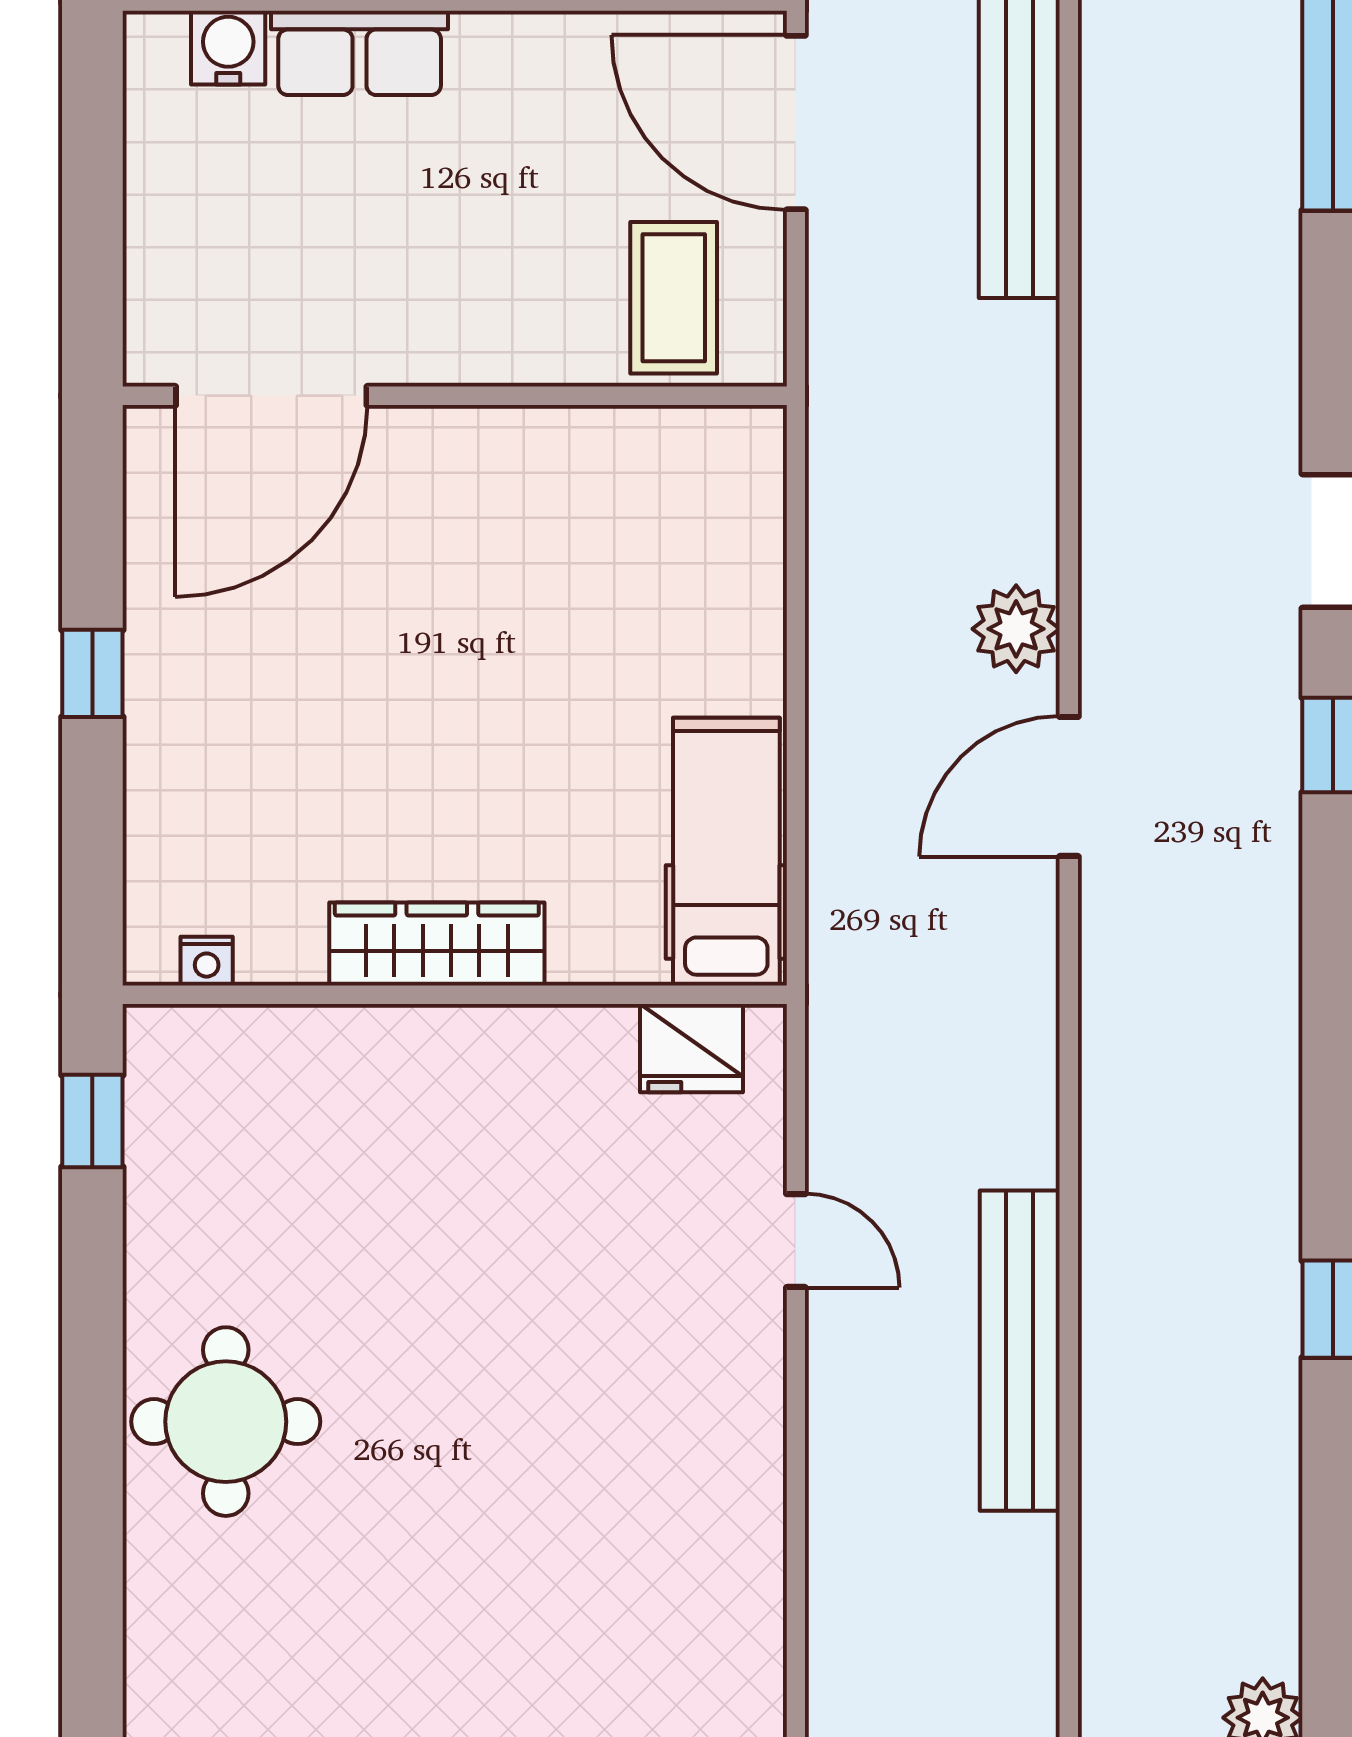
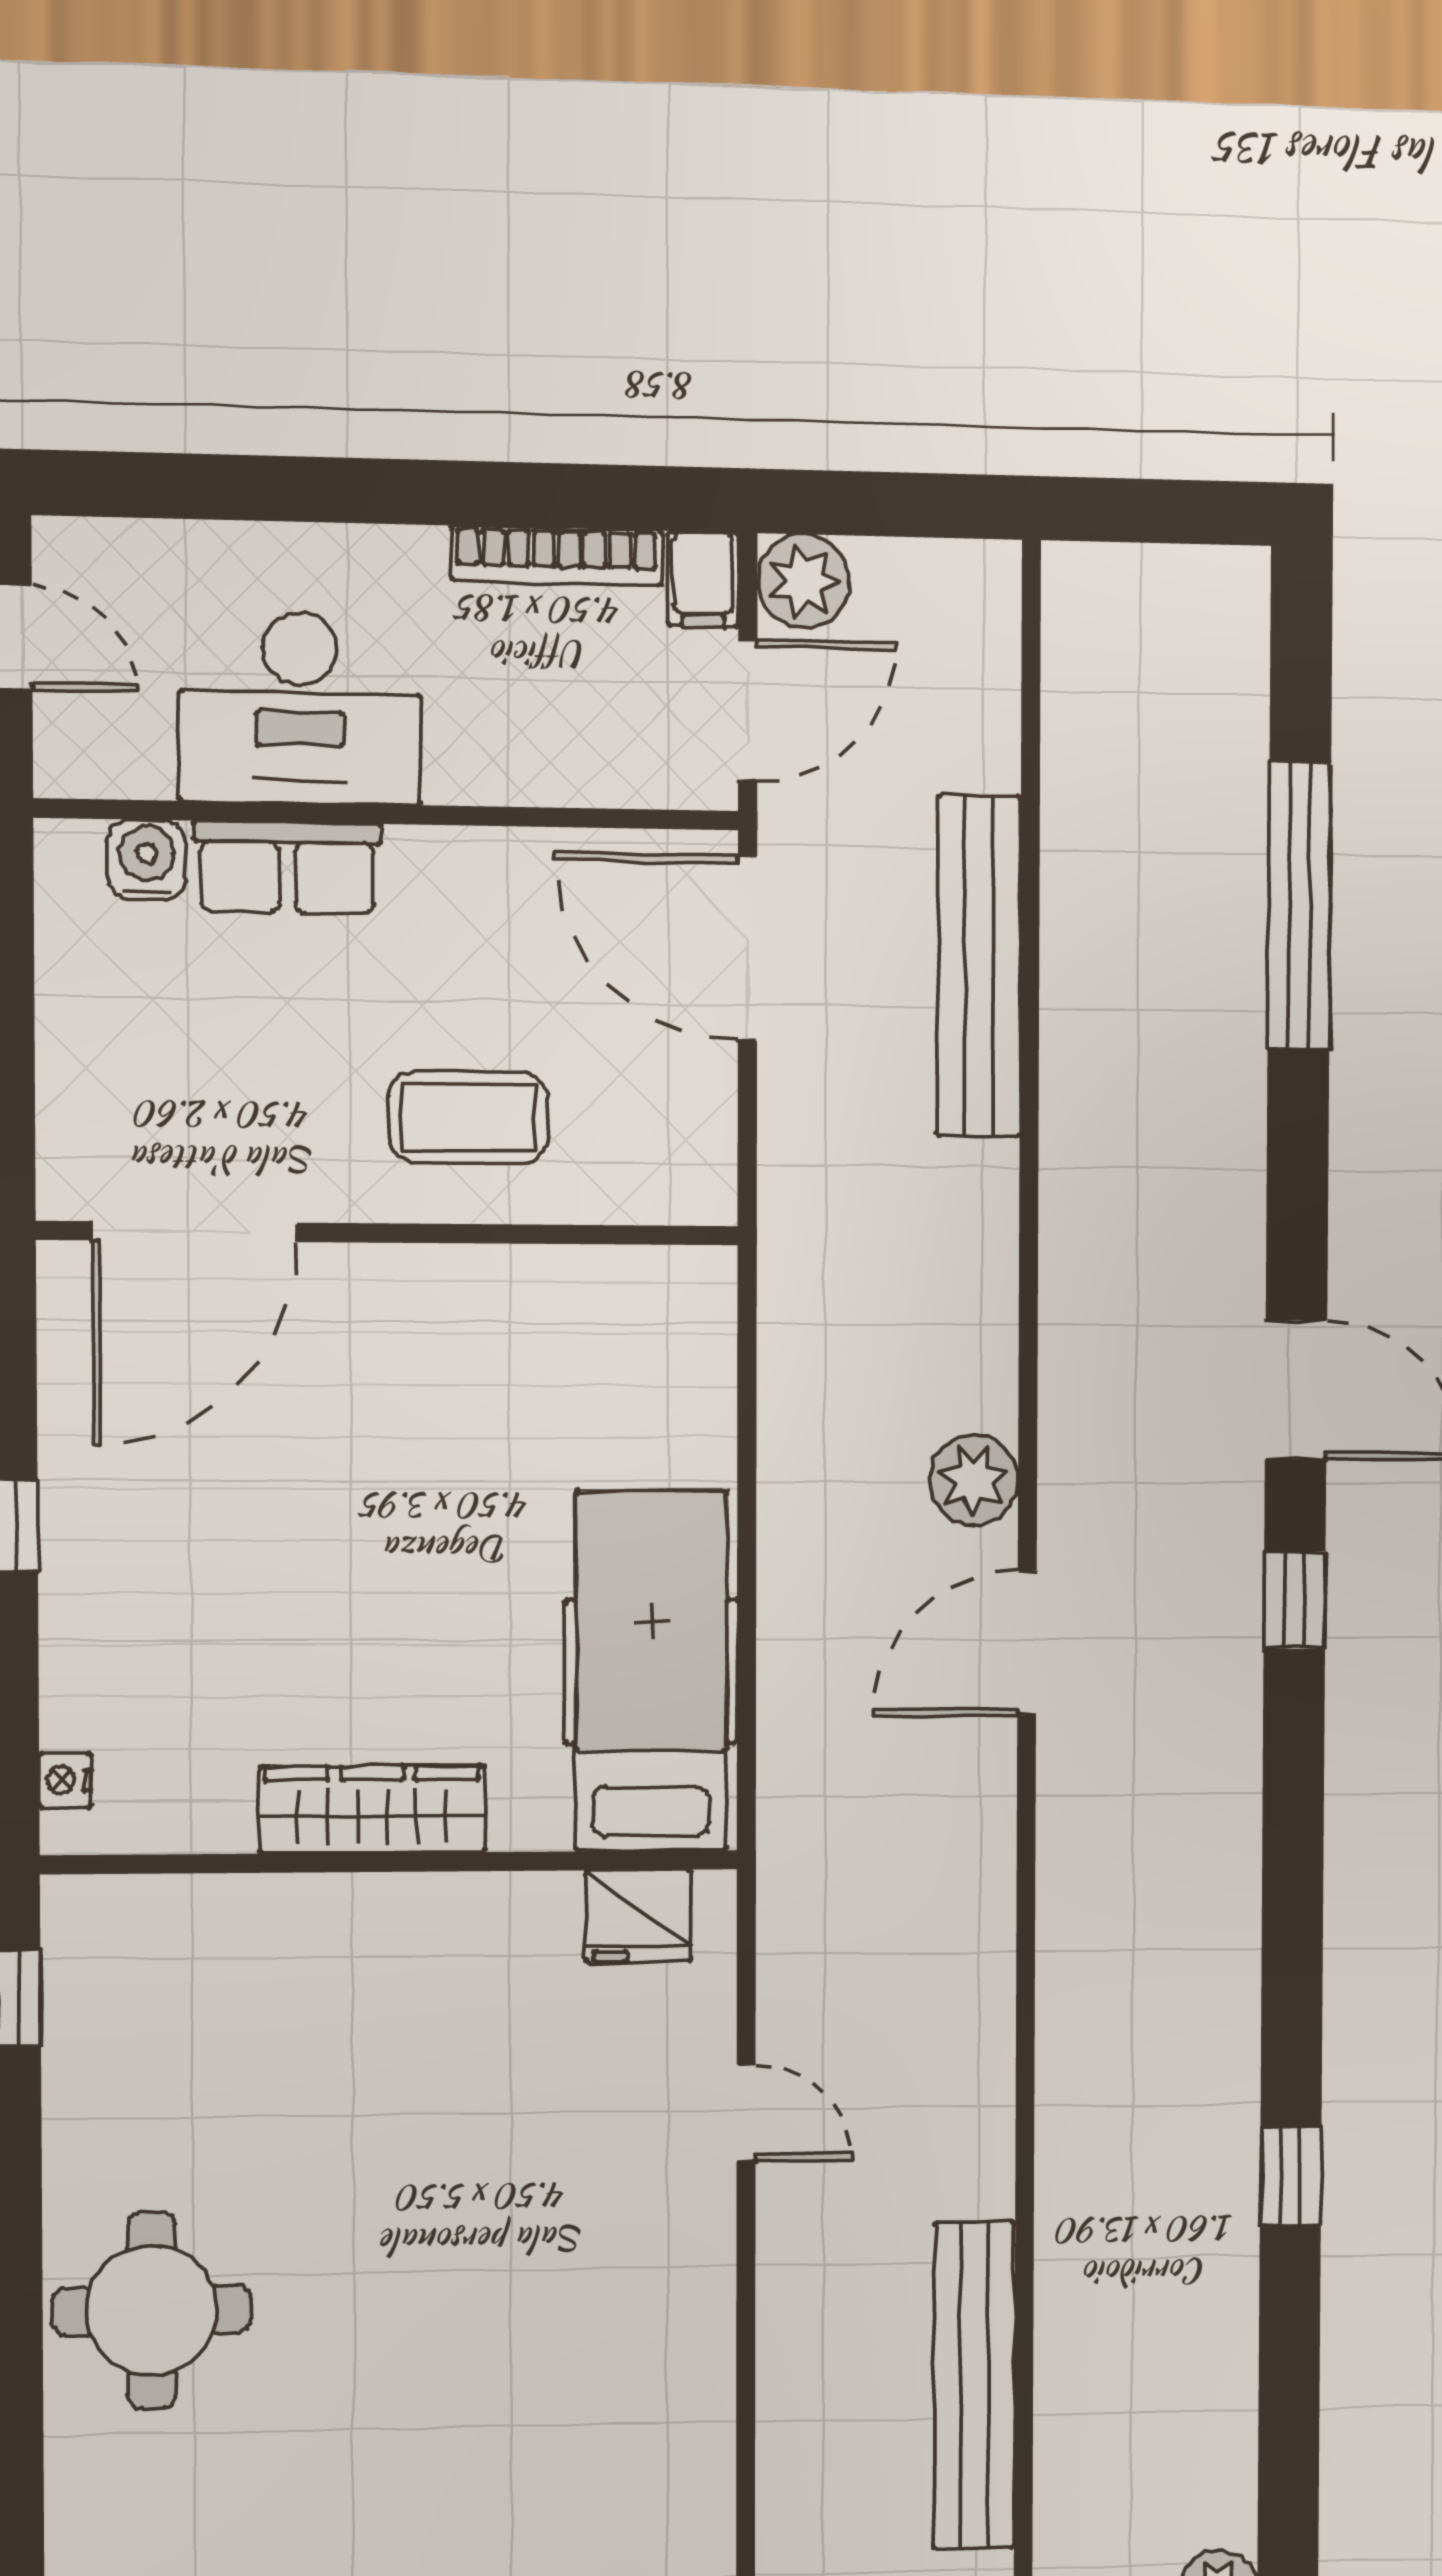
coffee table: (674, 298) -> (468, 1117), moved, turned 90
hospital bed: (726, 852) -> (651, 1671), width x1.37, depth x1.29
nightstand: (207, 961) -> (65, 1780), moved, turned 90
bench: (1020, 1351) -> (974, 2385), moved

